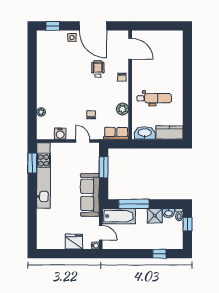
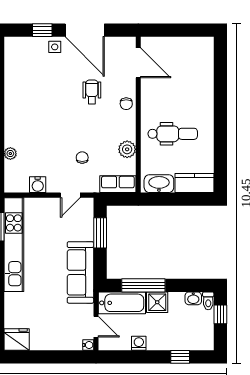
window: (53, 26) -> (42, 30), moved
door: (83, 141) -> (70, 195), swing flipped
shower: (155, 216) -> (157, 302), moved
fridge: (74, 242) -> (17, 340), moved
washing machine: (131, 244) -> (139, 343), added

